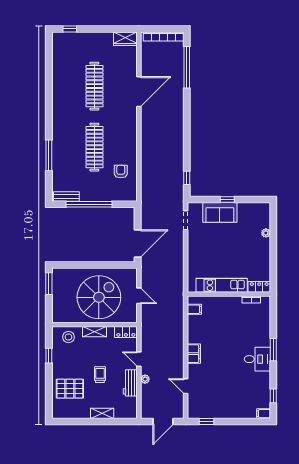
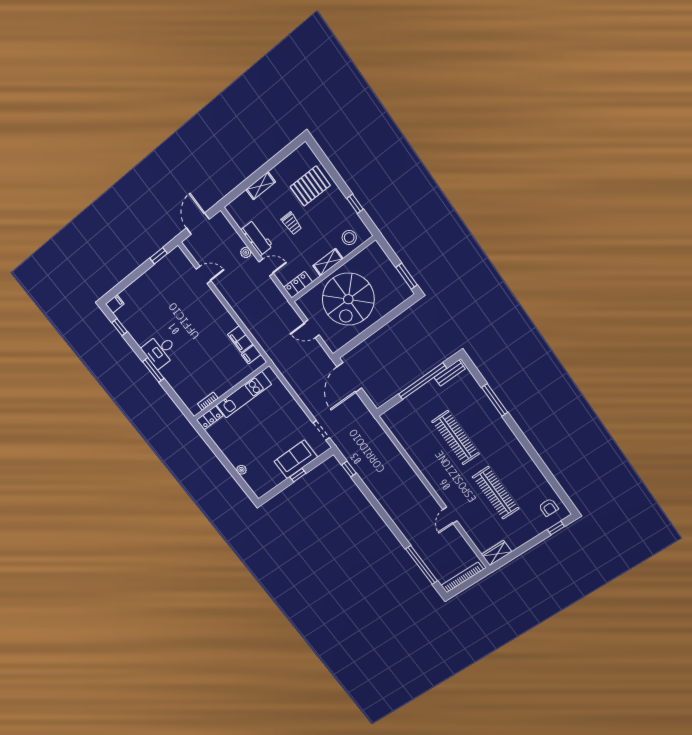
door: (139, 92) -> (450, 515), width x0.53
armchair: (121, 172) -> (549, 507), moved
filing cabinet: (194, 354) -> (240, 339), moved

